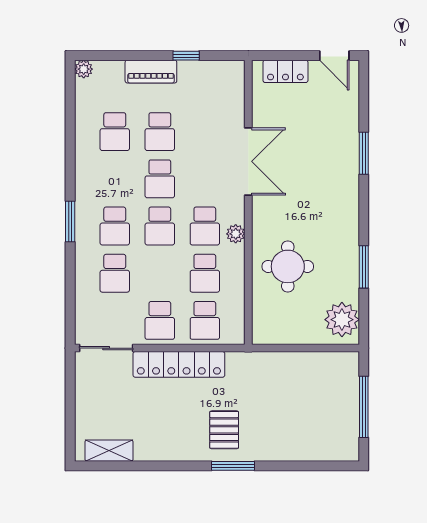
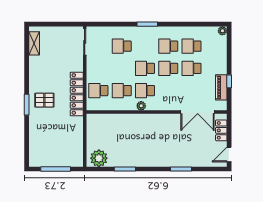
piano: (151, 72) -> (221, 87), moved
double door: (248, 161) -> (198, 112), moved
school desk: (115, 226) -> (168, 46), moved
round table: (288, 266) -> (125, 132), removed
school desk: (160, 320) -> (98, 68), removed
locker: (179, 364) -> (77, 94), moved

